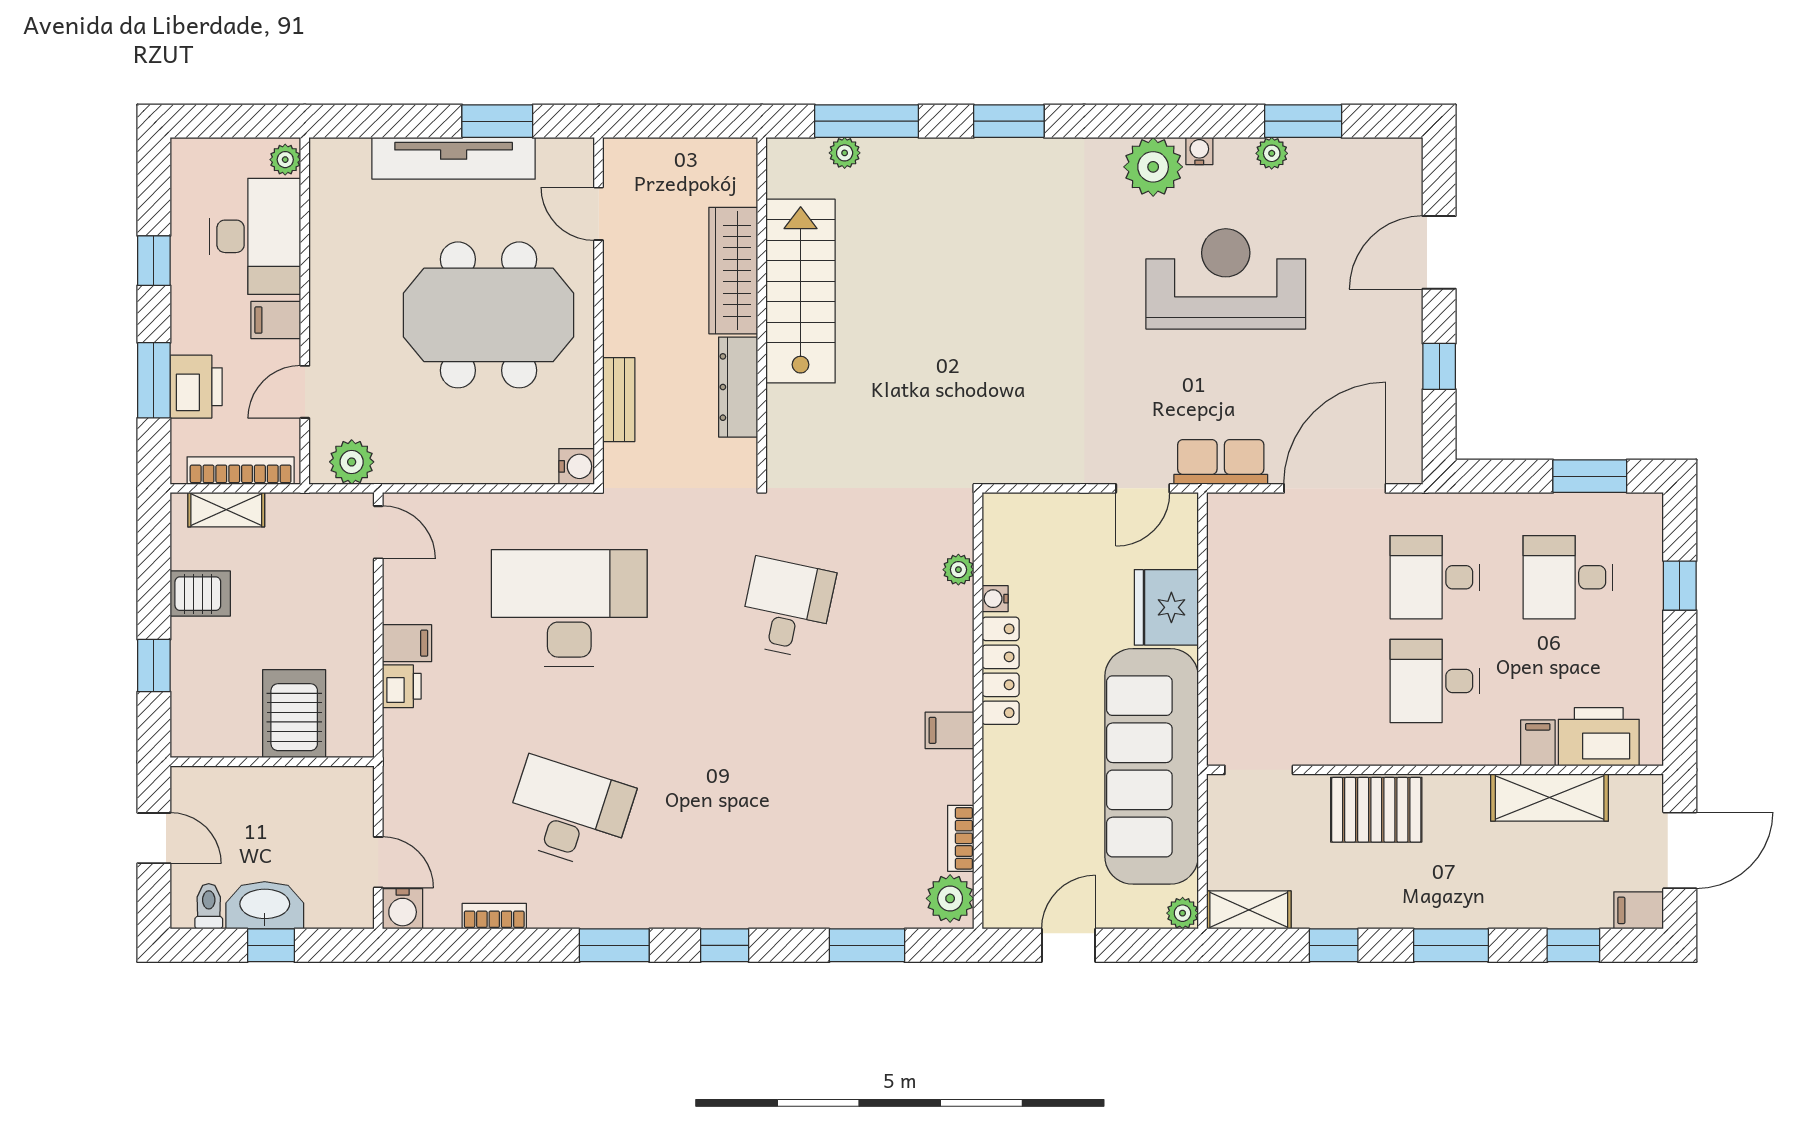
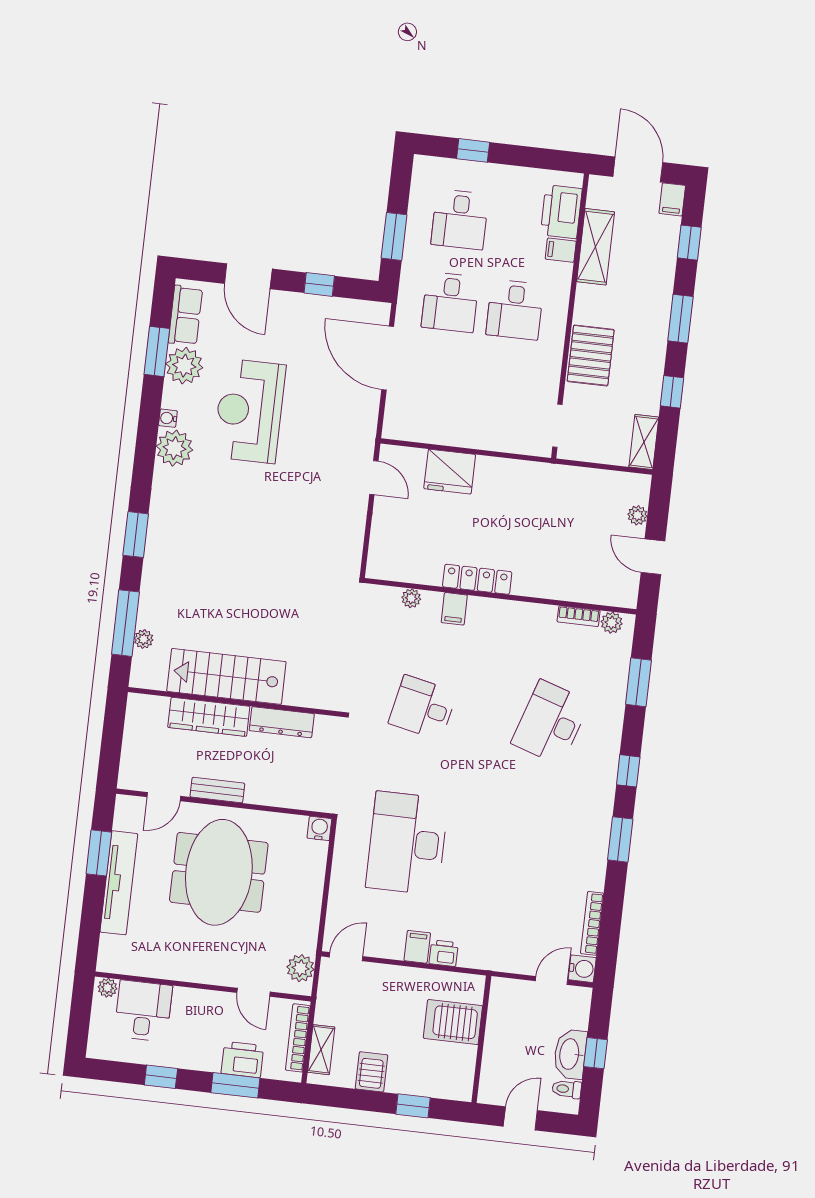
plant: (1272, 153) -> (184, 366), width x1.88, depth x1.88
desk: (255, 236) -> (143, 1011), width x0.73
filing cabinet: (276, 320) -> (207, 1005), removed
bench: (619, 400) -> (217, 790), moved
row of seats: (1221, 462) -> (185, 315), moved, turned 180
window: (1590, 476) -> (394, 236), moved
water cooler: (995, 599) -> (432, 578), removed
filing cabinet: (950, 730) -> (454, 609), moved
sofa: (1152, 766) -> (548, 492), removed
desk: (569, 813) -> (551, 722), moved
plant: (950, 898) -> (612, 623), width x0.73, depth x0.73
plant: (1183, 913) -> (637, 515), moved
bookcase: (494, 916) -> (592, 923), width x1.56

